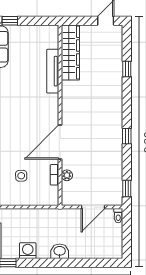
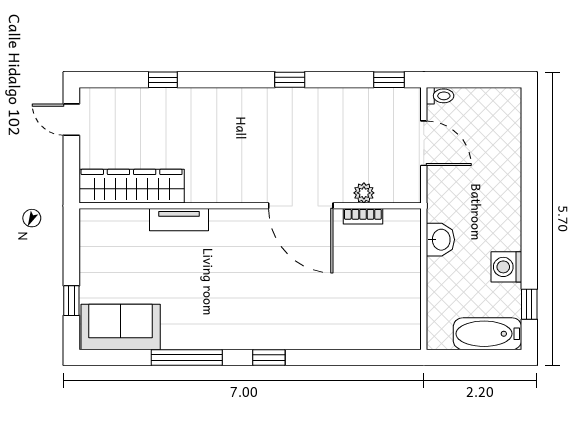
tv unit: (53, 71) -> (179, 220), width x0.71
side table: (21, 176) -> (365, 279), removed
washbasin: (60, 251) -> (440, 240), moved, turned 180

